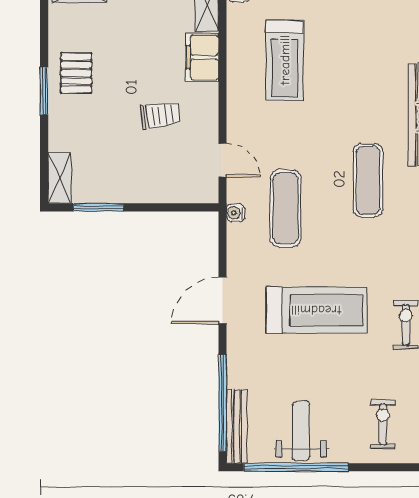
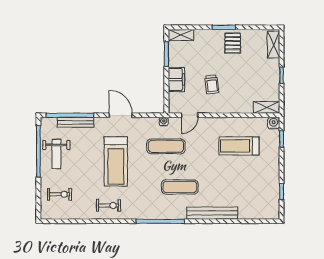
filing cabinet: (202, 57) -> (176, 80), moved, turned 90
pallet: (76, 73) -> (233, 43), turned 90
bench: (237, 426) -> (75, 122), moved
weight bench: (301, 431) -> (56, 154), turned 90

